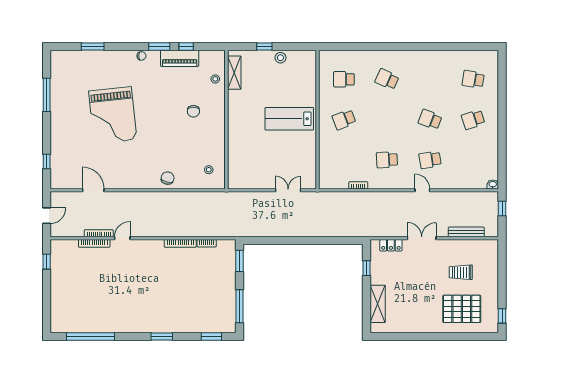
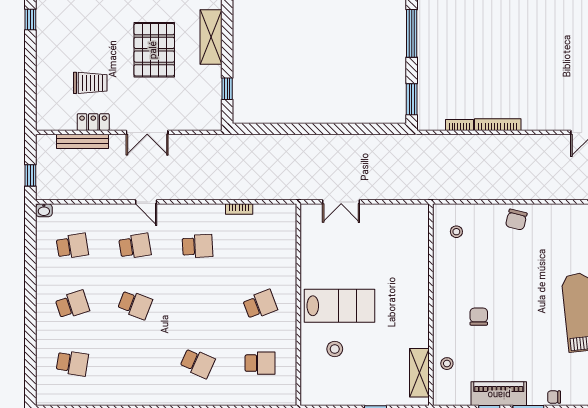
stool: (281, 58) -> (335, 349), moved
school desk: (473, 160) -> (72, 246), added
locker: (391, 245) -> (93, 122), moved
pallet: (462, 309) -> (154, 50), moved, turned 90

